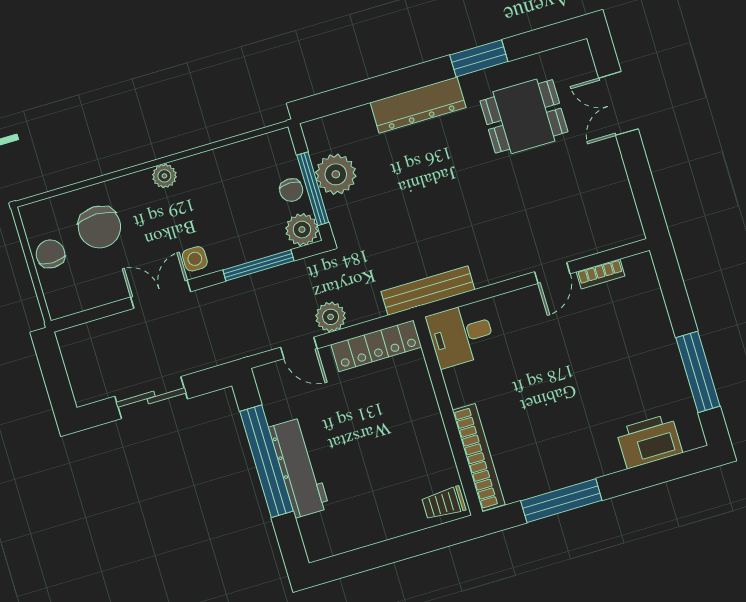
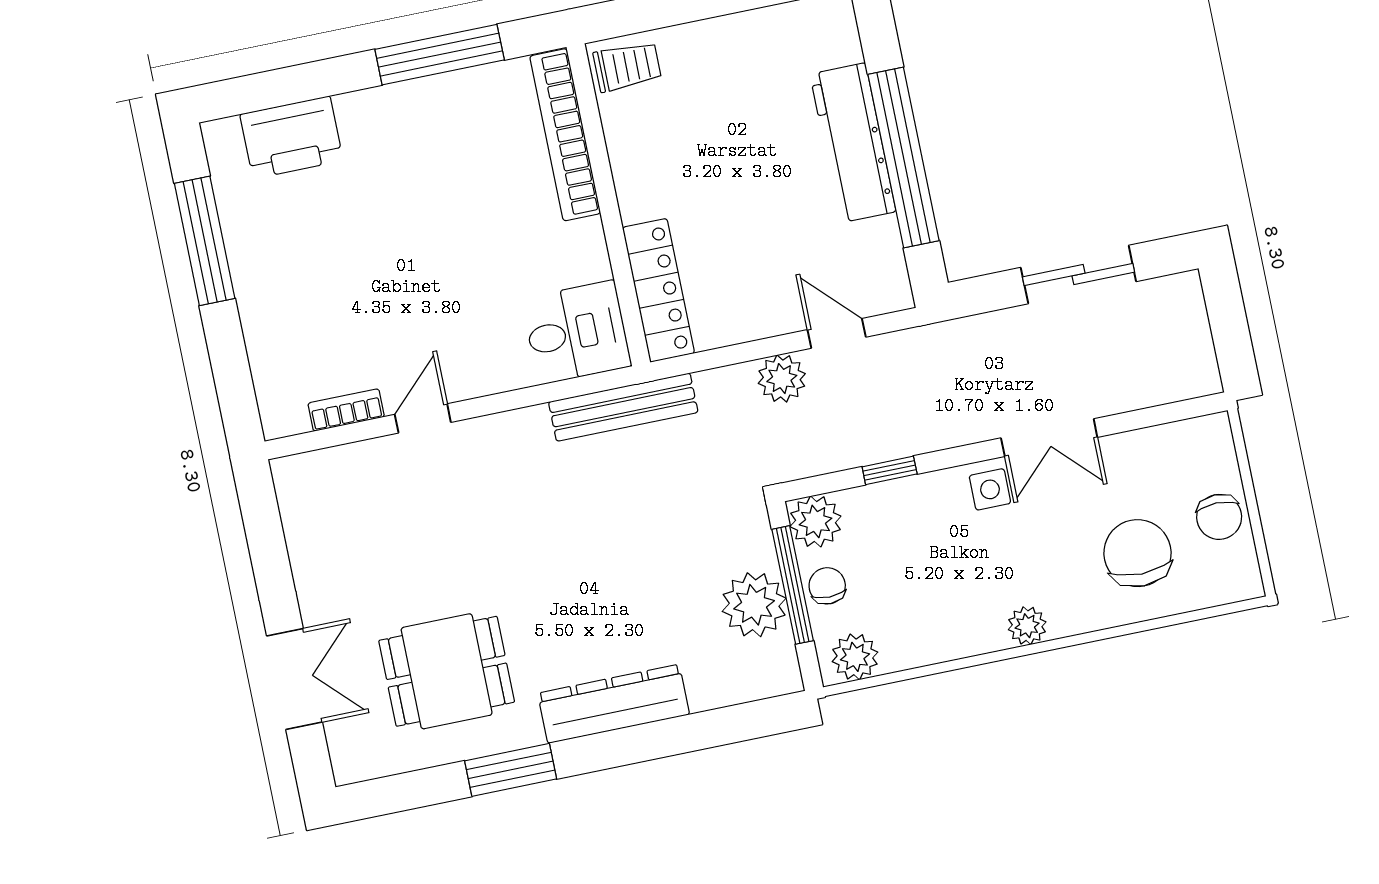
plant: (270, 147) -> (855, 657), added
window: (258, 265) -> (890, 470), width x0.46
locker: (376, 346) -> (658, 290), moved, turned 90

